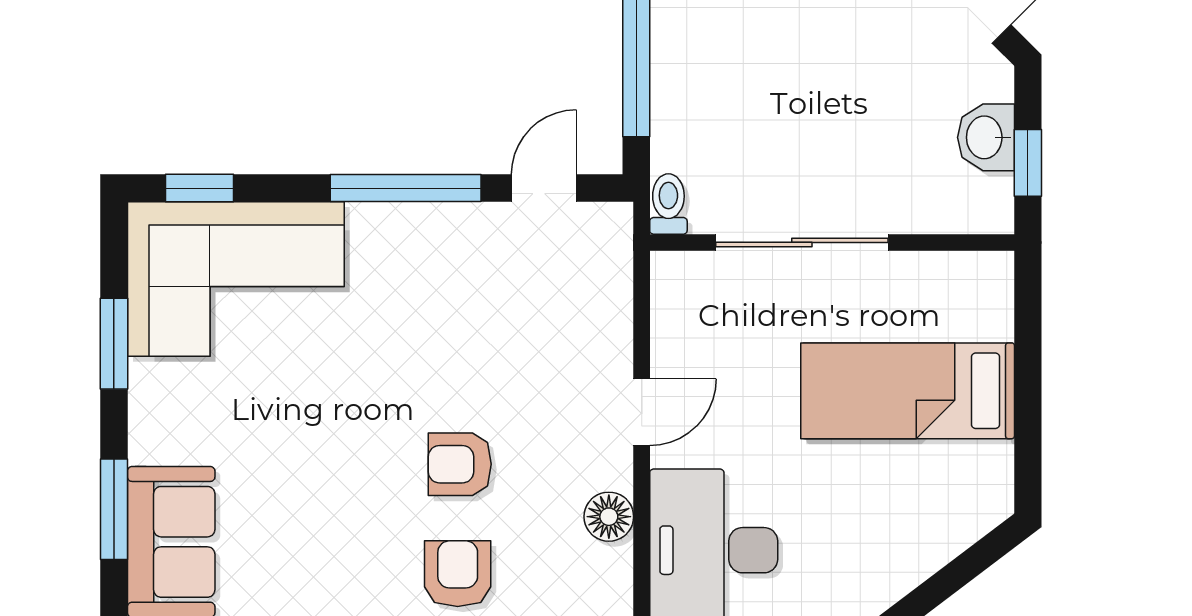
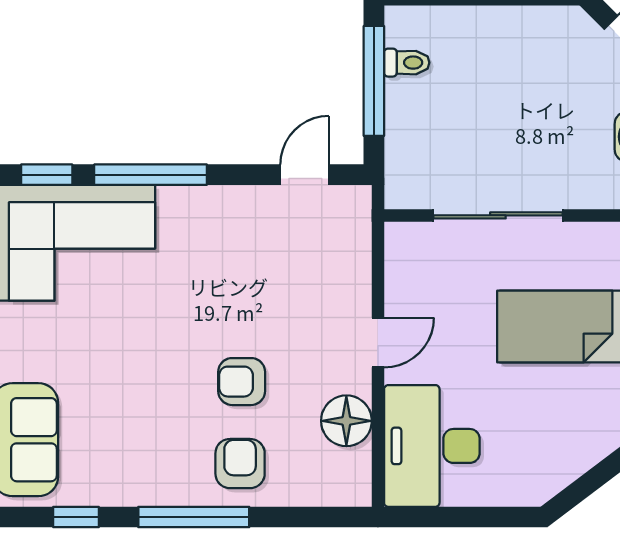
window: (406, 188) -> (151, 175), moved
toilet: (668, 204) -> (407, 63), moved, turned 90
floor lamp: (609, 517) -> (346, 421), width x1.38, depth x1.38

